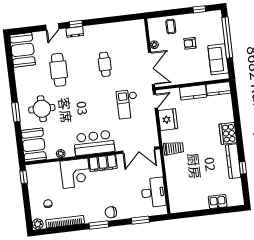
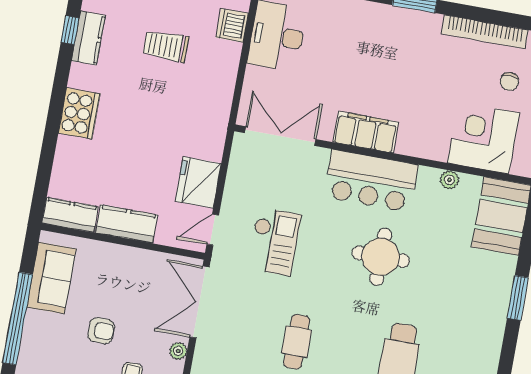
round table: (42, 109) -> (381, 257), moved
trolley: (174, 148) -> (166, 46), moved
kitchen counter: (233, 161) -> (88, 38), width x0.67
corner desk: (75, 173) -> (484, 138), moved
dishwasher: (174, 191) -> (232, 25), added
chair: (111, 212) -> (381, 22), removed

